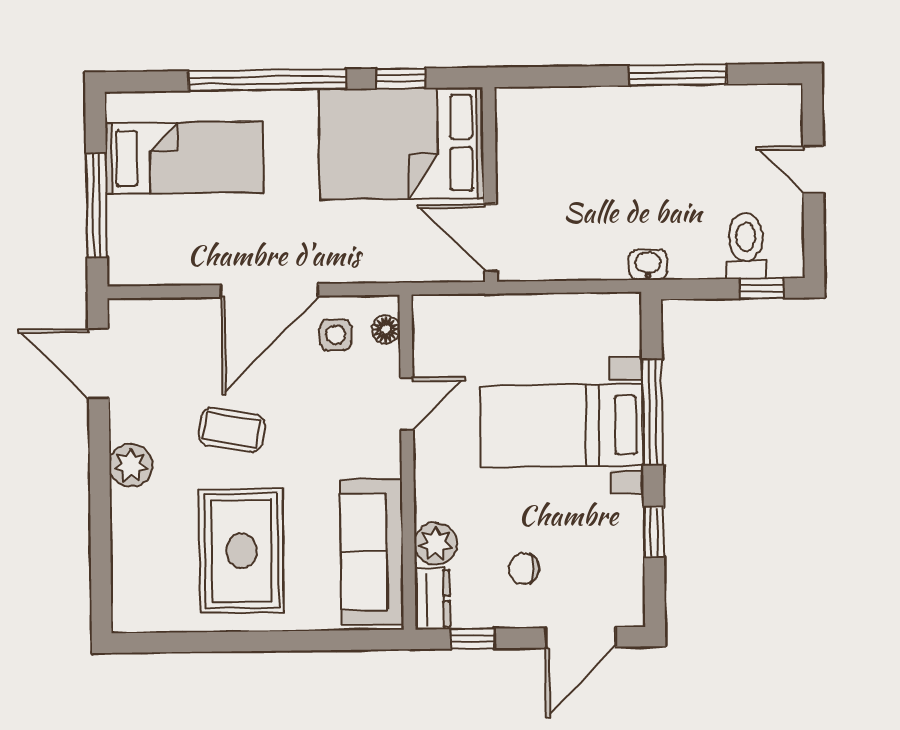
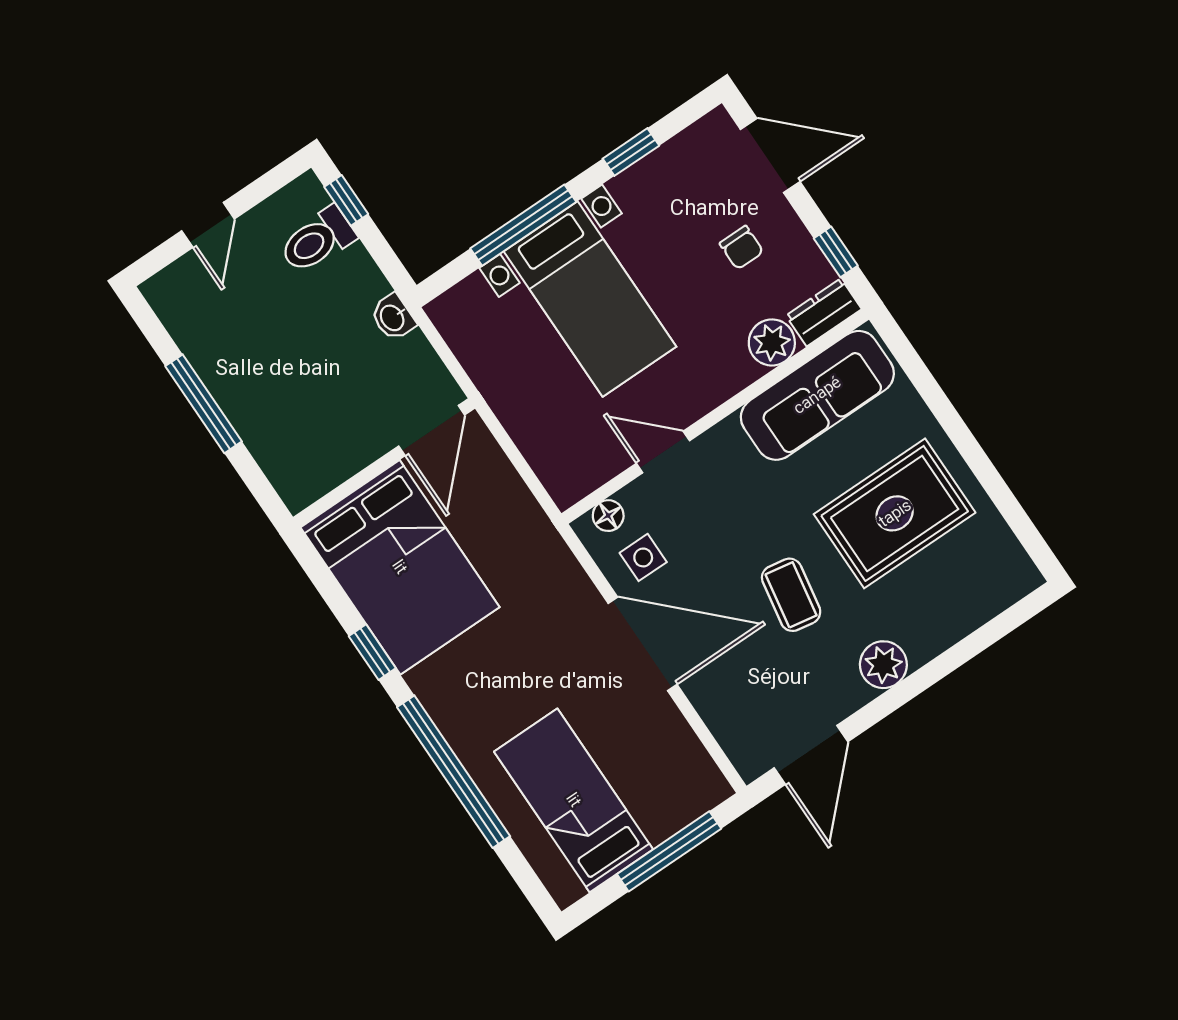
bed: (401, 143) -> (400, 567), moved
wall: (490, 184) -> (384, 463), moved
door: (491, 238) -> (432, 430), moved

